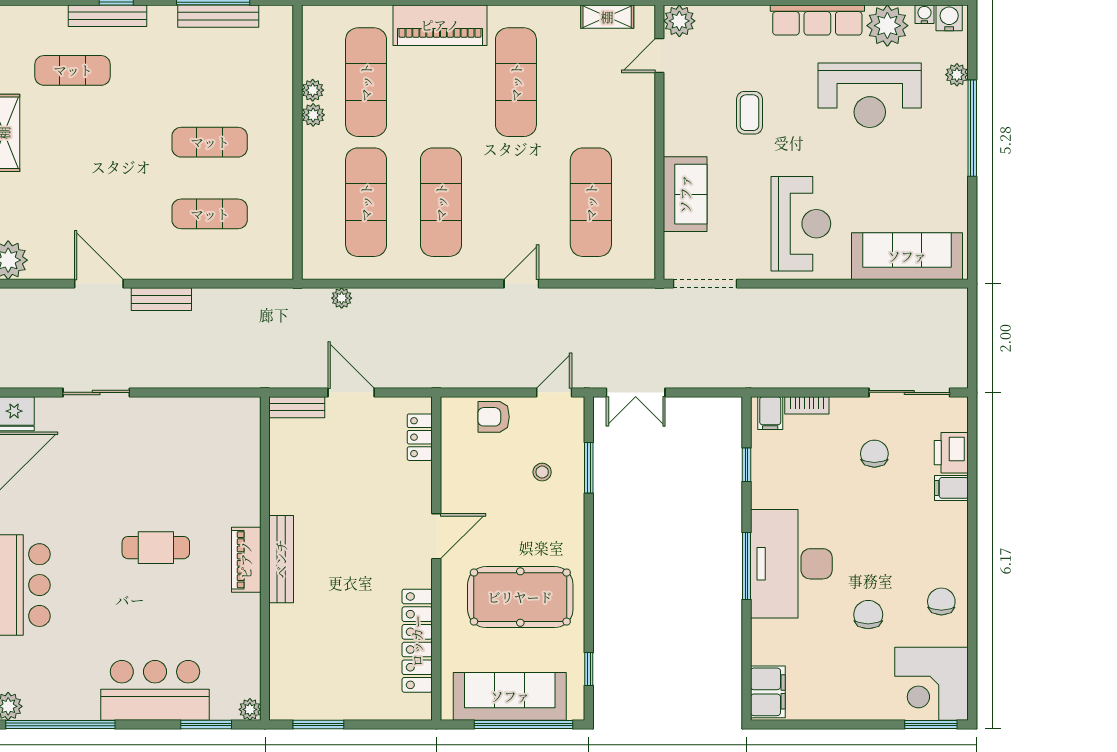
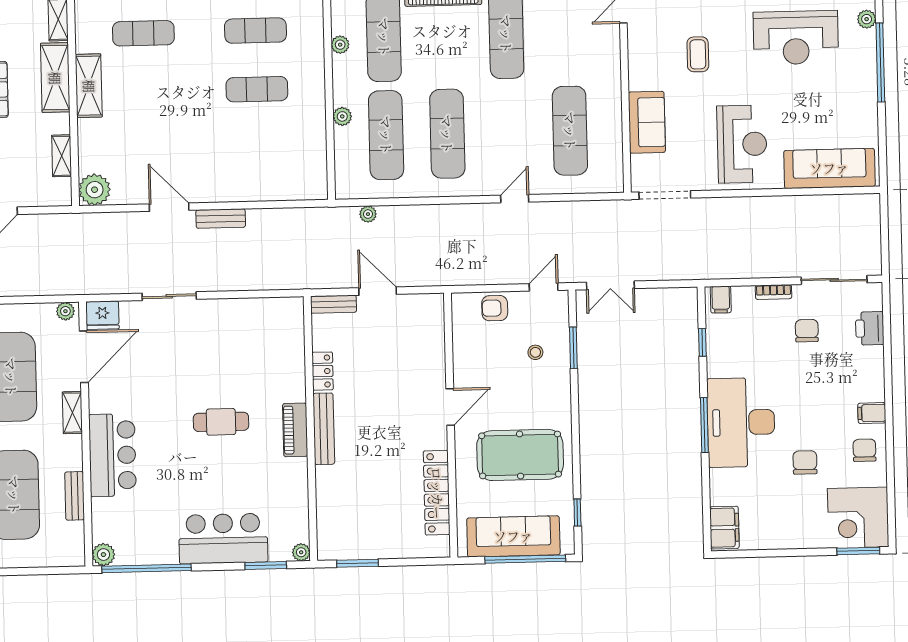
plant: (313, 115) -> (342, 116), moved
exercise mat: (210, 214) -> (255, 31), moved
bookcase: (807, 405) -> (774, 292), moved
locker: (420, 437) -> (323, 371), moved, turned 180
filing cabinet: (951, 488) -> (872, 413), moved

